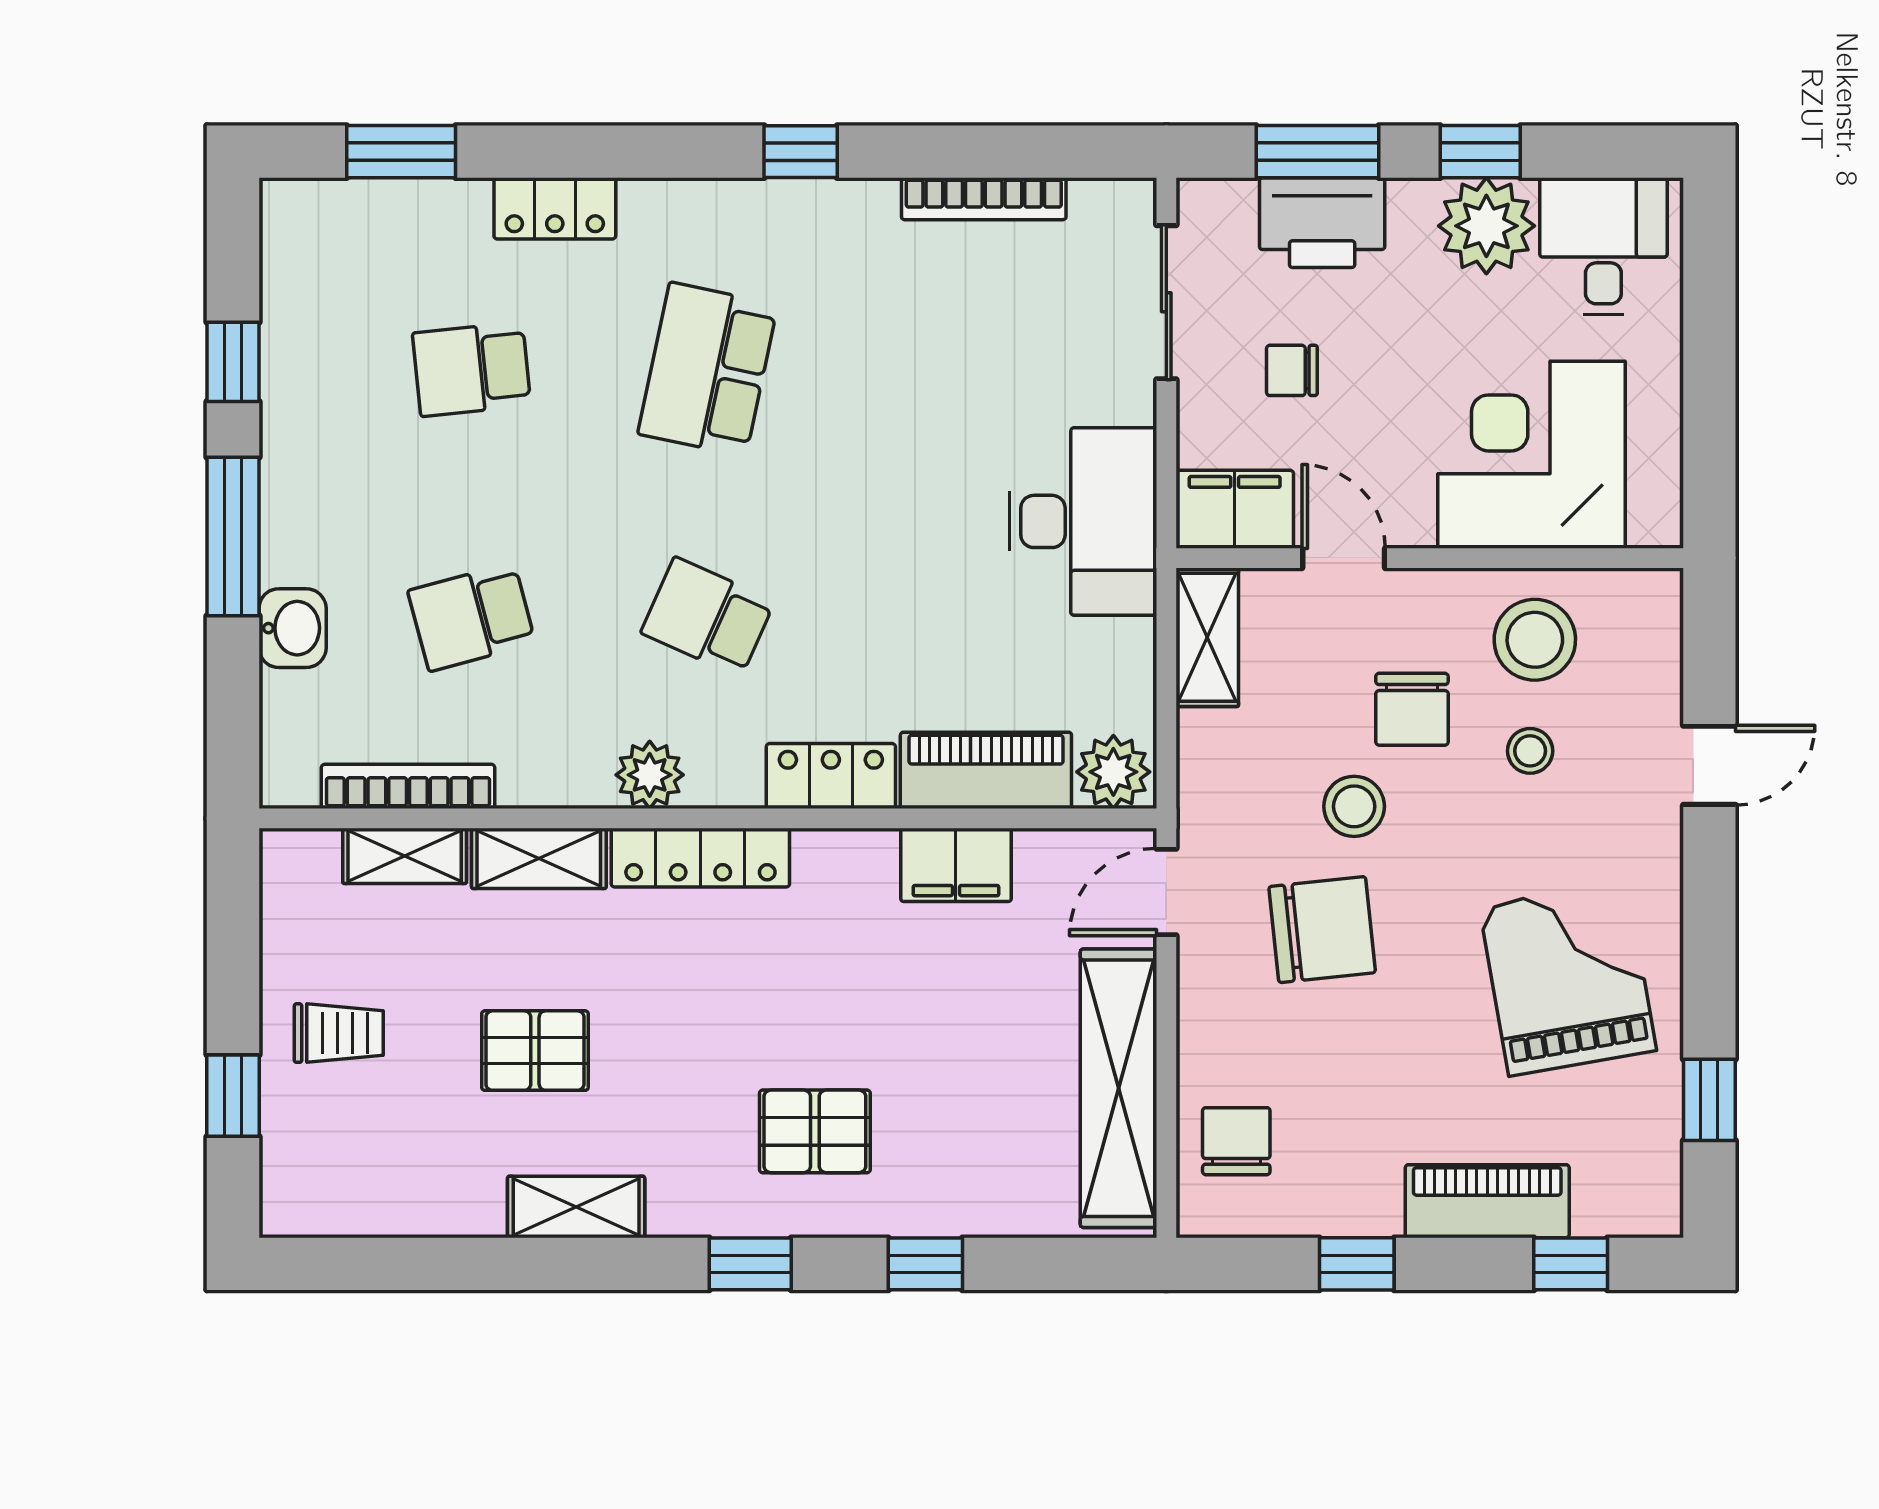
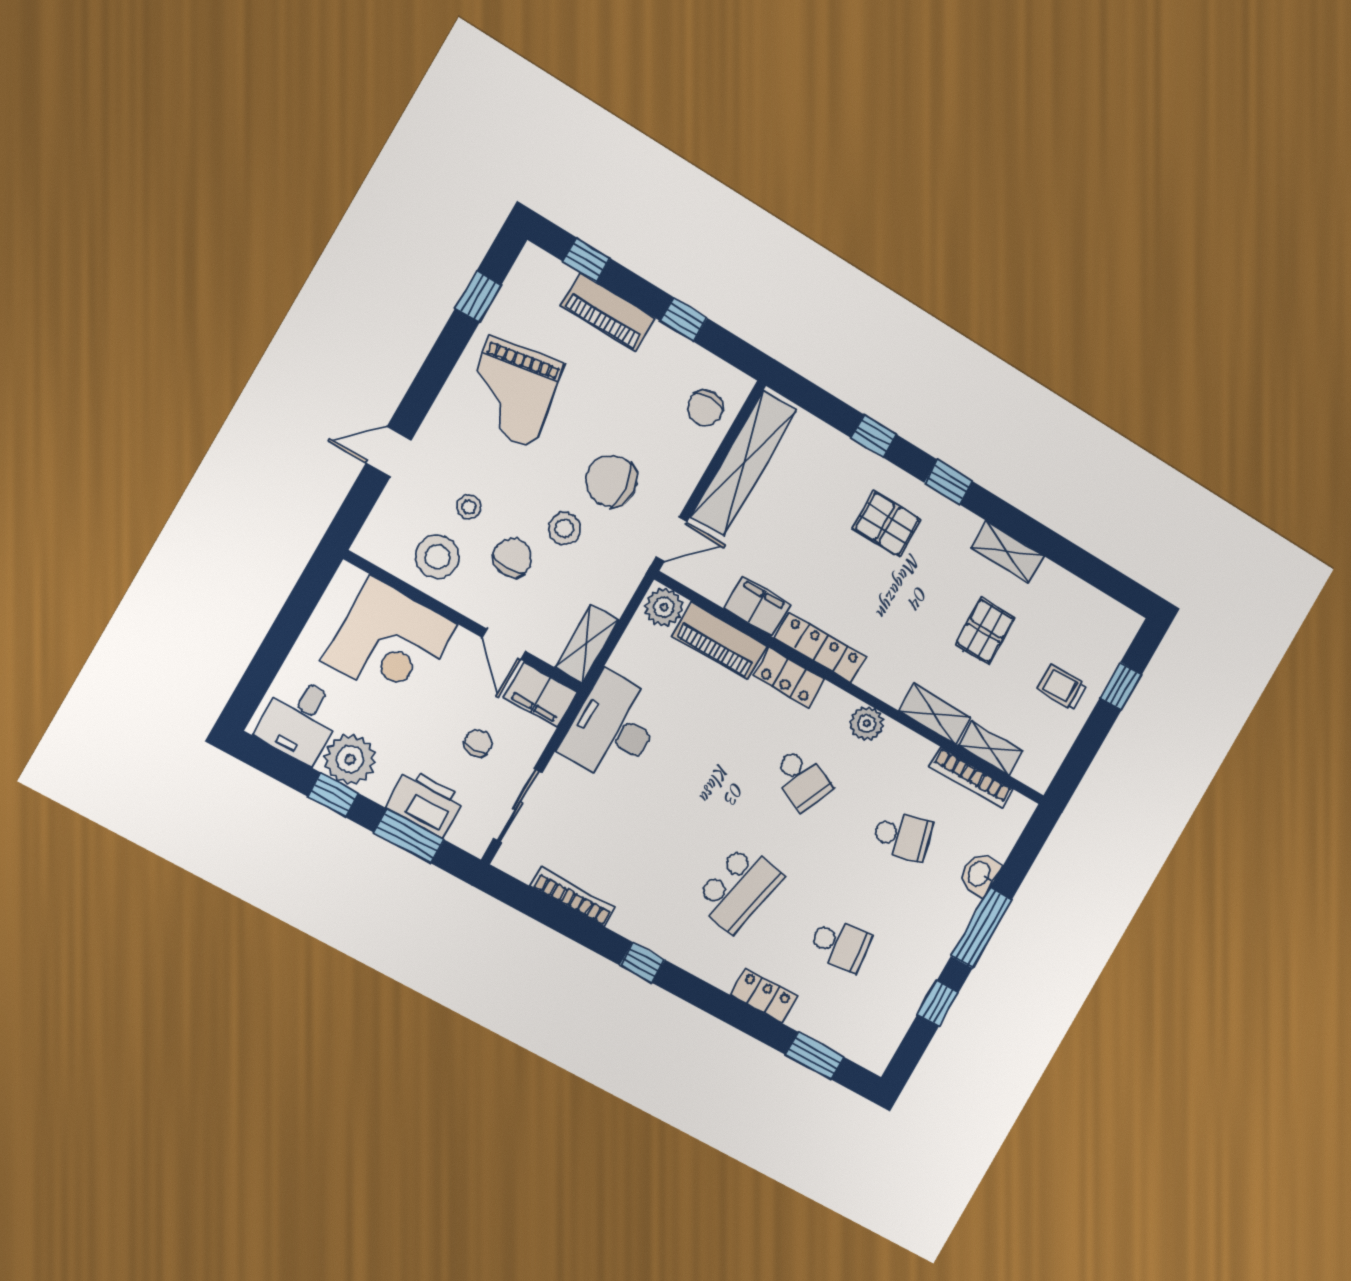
chair: (1292, 370) -> (478, 743), turned -90
locker: (700, 858) -> (821, 648), moved
pallet: (535, 1051) -> (985, 631), turned 90

